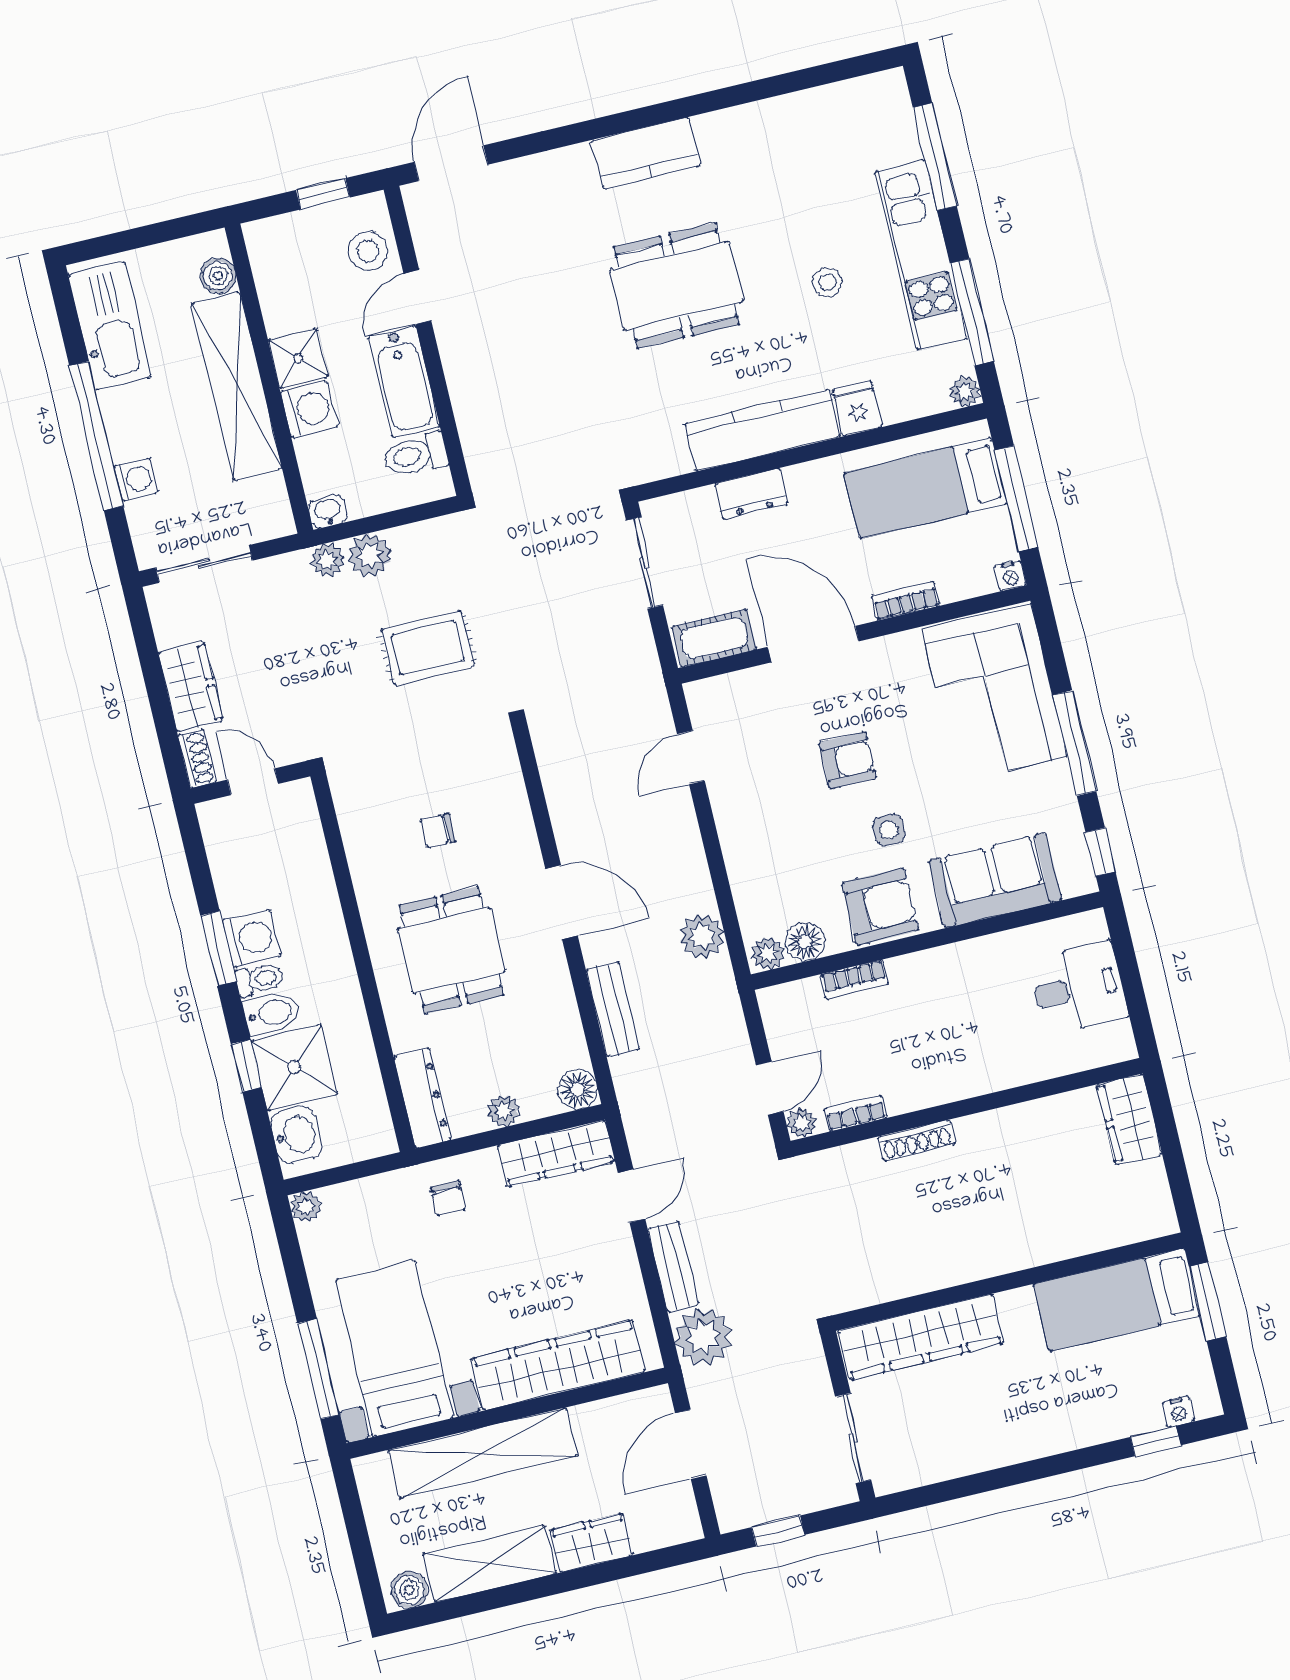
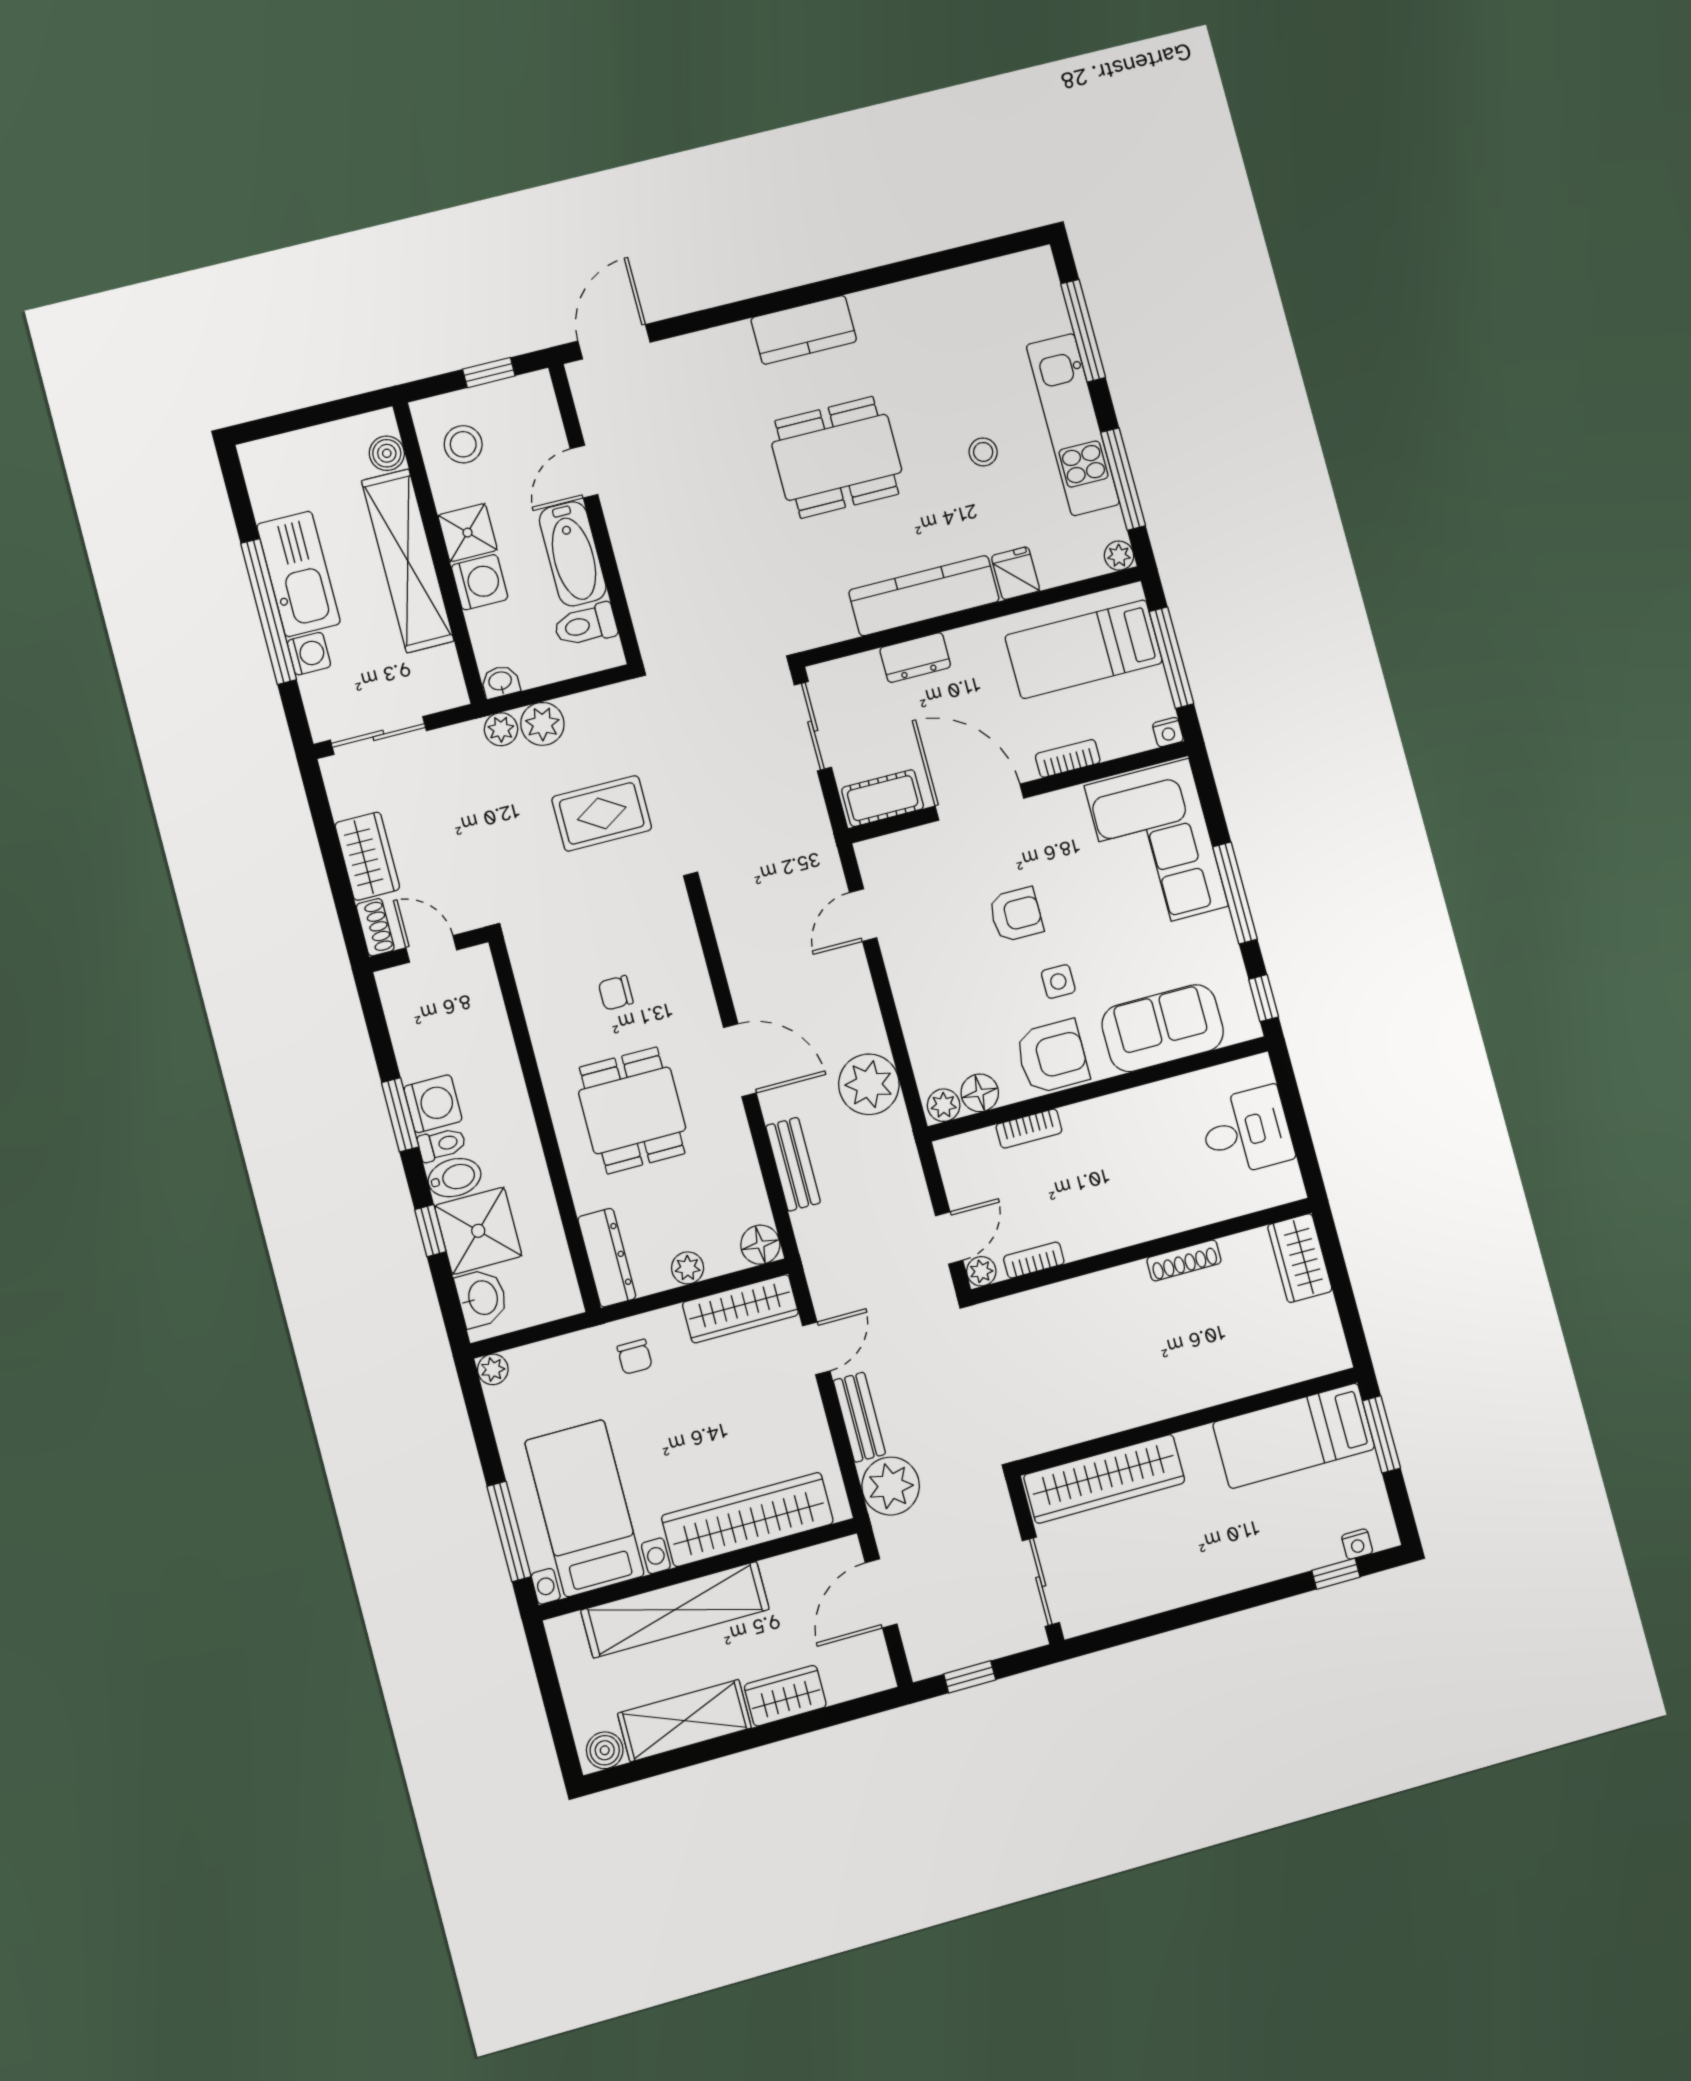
stool: (368, 251) -> (463, 444), moved
kitchen sink: (110, 326) -> (299, 574), moved
plant: (702, 936) -> (869, 1084), width x1.36, depth x1.36
shoe rack: (917, 1140) -> (1184, 1260), moved

